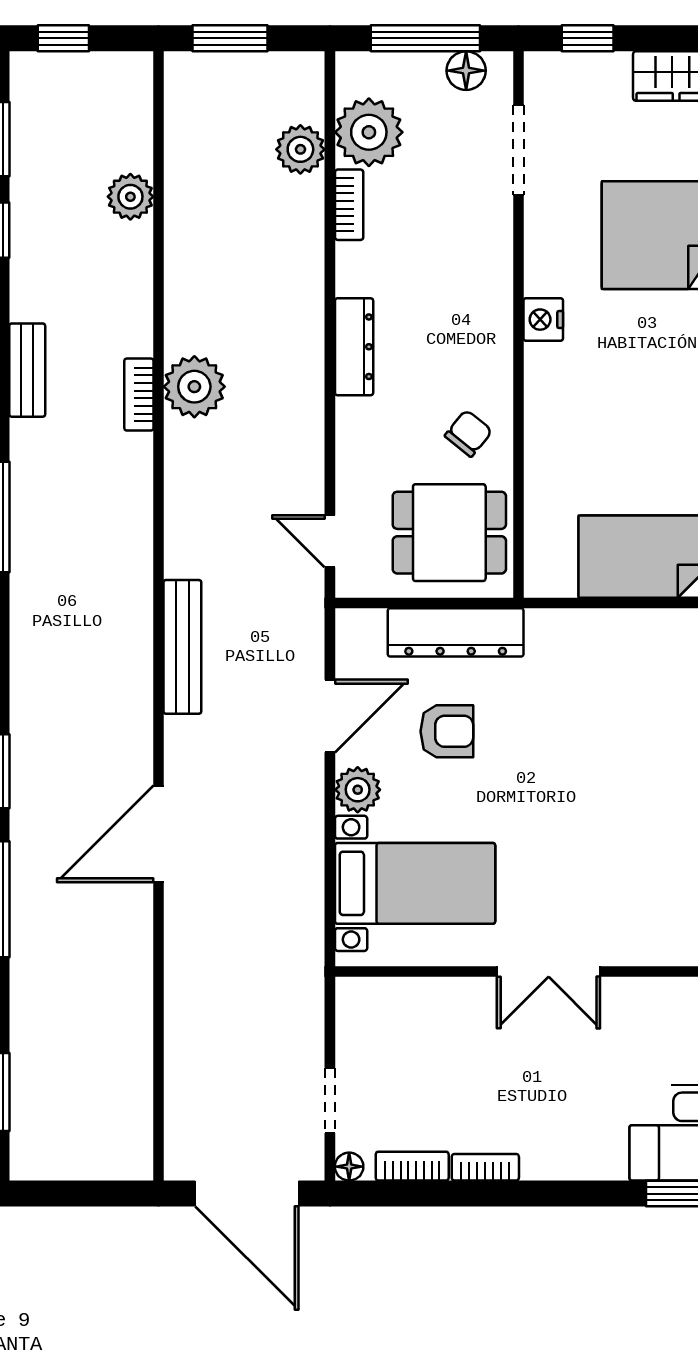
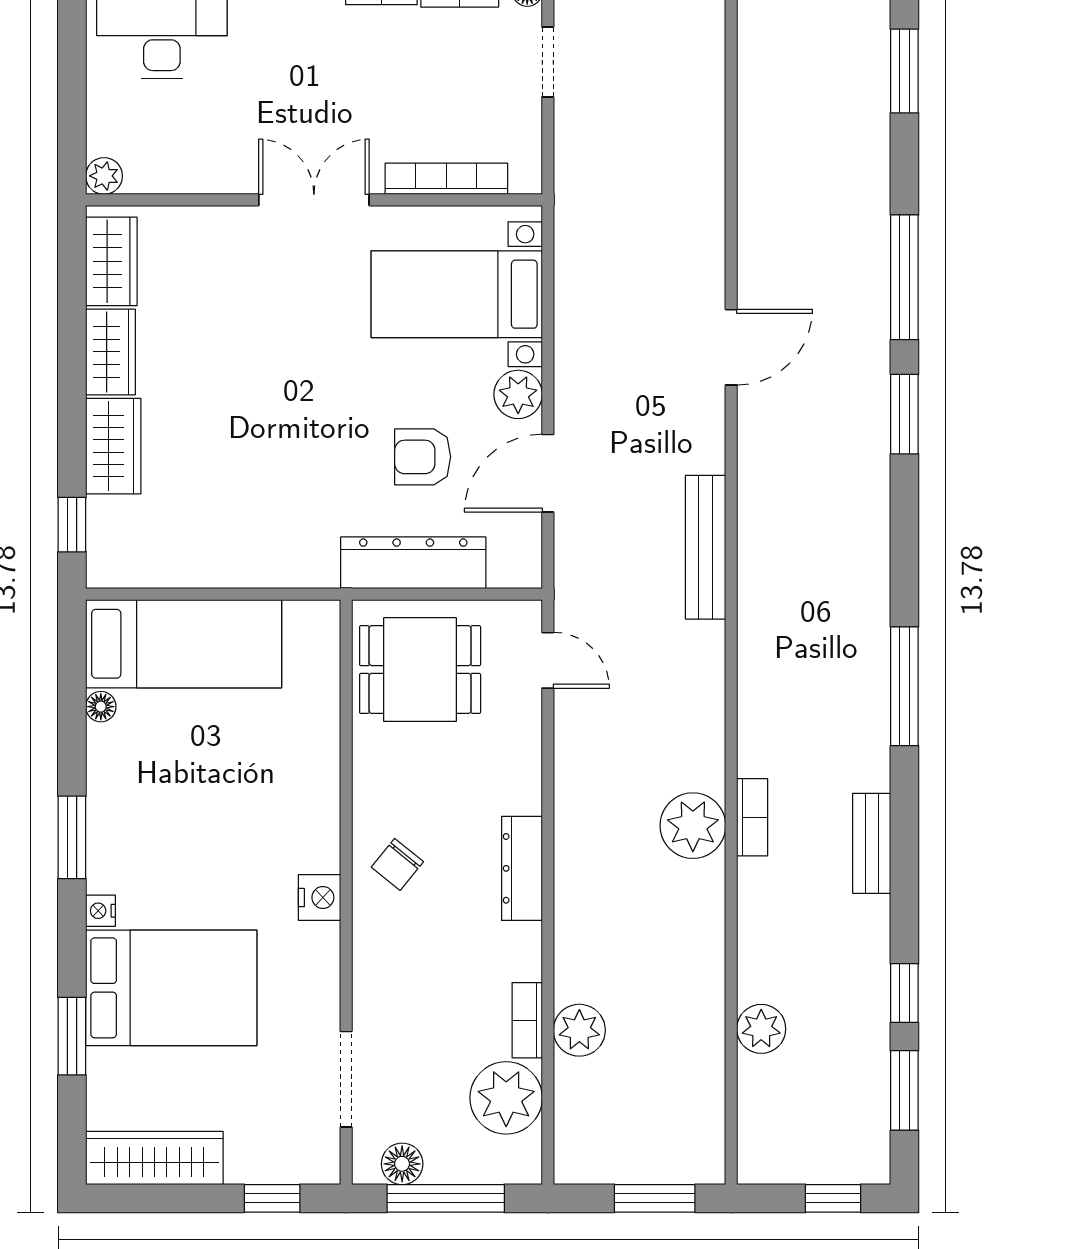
plant: (300, 149) -> (579, 1030), moved
chair: (468, 433) -> (397, 864), moved
door: (158, 834) -> (731, 347), width x0.73
bookcase: (425, 991) -> (446, 179), added

